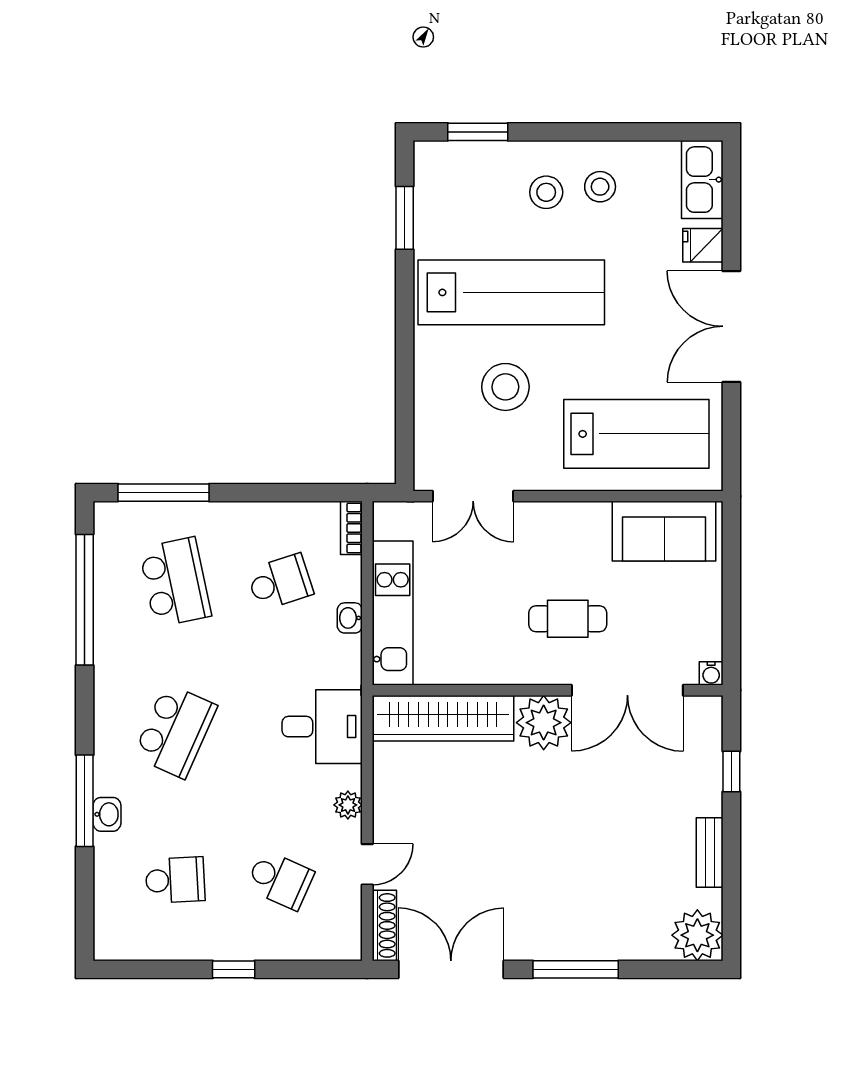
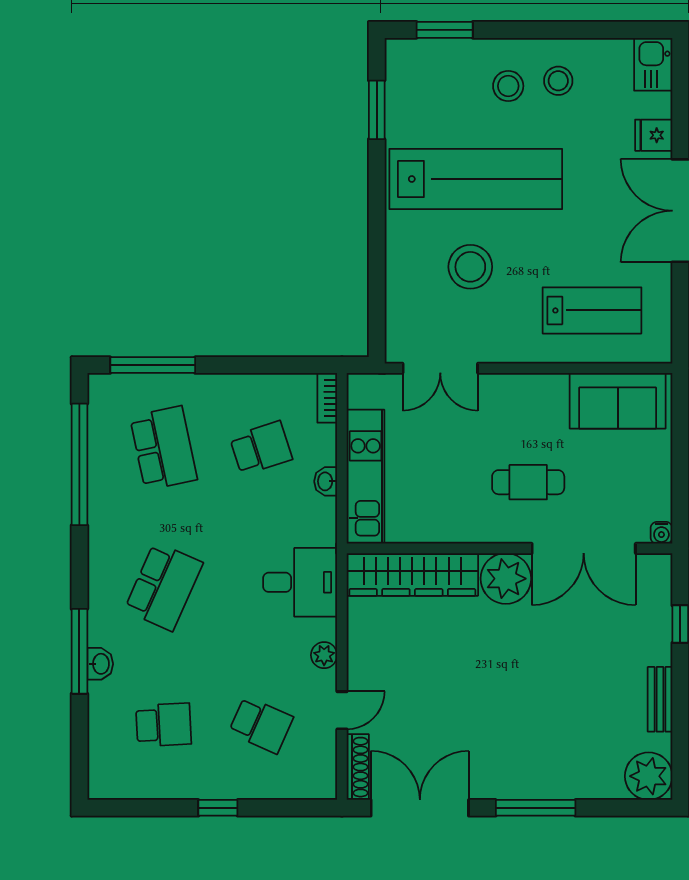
kitchen sink: (702, 180) -> (653, 64), width x0.73
lab bench: (636, 434) -> (592, 310), width x0.73, depth x0.72

